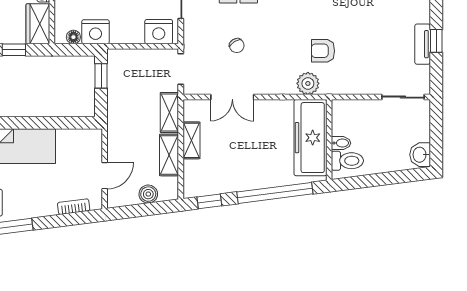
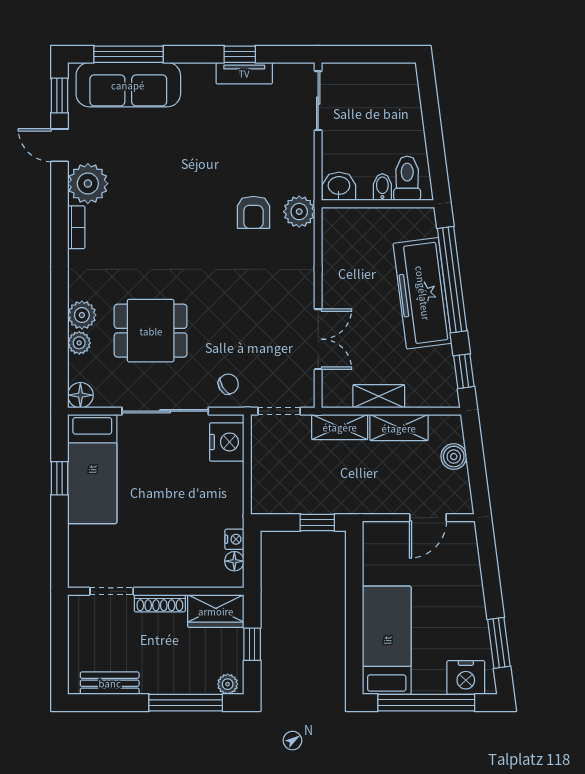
nightstand: (96, 32) -> (234, 539), width x0.53, depth x0.56
chair: (237, 46) -> (228, 384), moved
window: (101, 76) -> (317, 522), moved
plant: (308, 83) -> (299, 212), moved
freezer: (310, 138) -> (423, 293), moved, turned 83
washbasin: (420, 155) -> (339, 186), moved, turned 180
door: (105, 176) -> (428, 518), swing flipped
bookcase: (74, 207) -> (471, 561), removed

